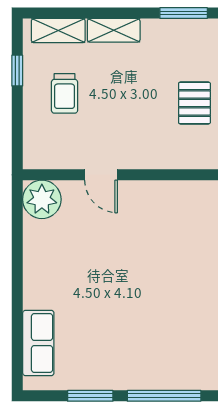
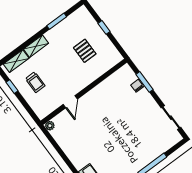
door: (101, 175) -> (70, 102), hinge flipped
plant: (42, 199) -> (50, 126), width x0.53, depth x0.53

